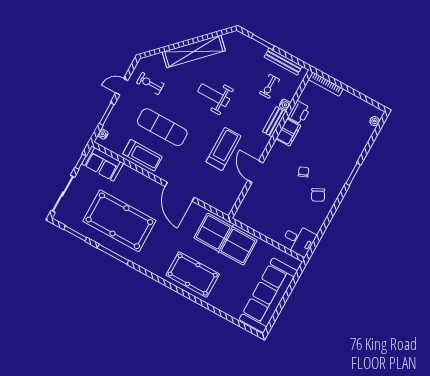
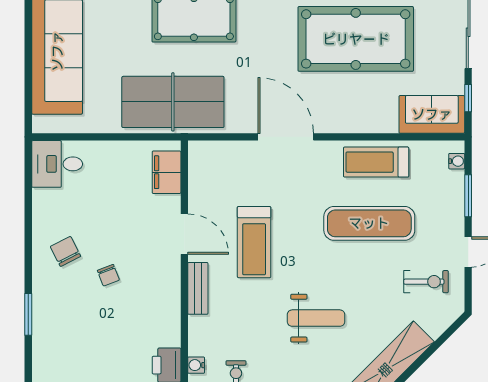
bench: (274, 122) -> (198, 288), moved
filing cabinet: (288, 132) -> (167, 172), moved

